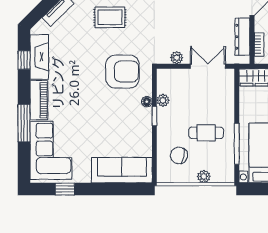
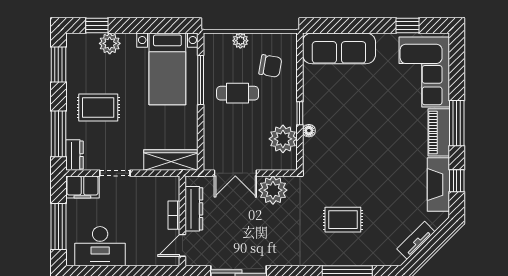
rug: (110, 17) -> (343, 220), moved
bookcase: (259, 45) -> (174, 215), moved
plant: (177, 58) -> (273, 190), width x1.88, depth x1.88
armchair: (122, 72) -> (338, 167), removed
plant: (163, 100) -> (283, 139), width x1.88, depth x1.88
window: (24, 123) -> (457, 123), moved

